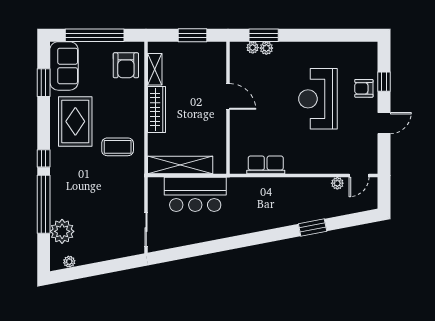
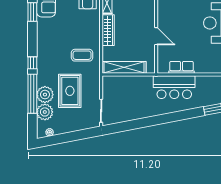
door: (228, 96) -> (156, 36), moved
rug: (75, 121) -> (70, 91), moved
bar counter: (195, 194) -> (174, 87), moved
plant: (62, 205) -> (45, 95), added

